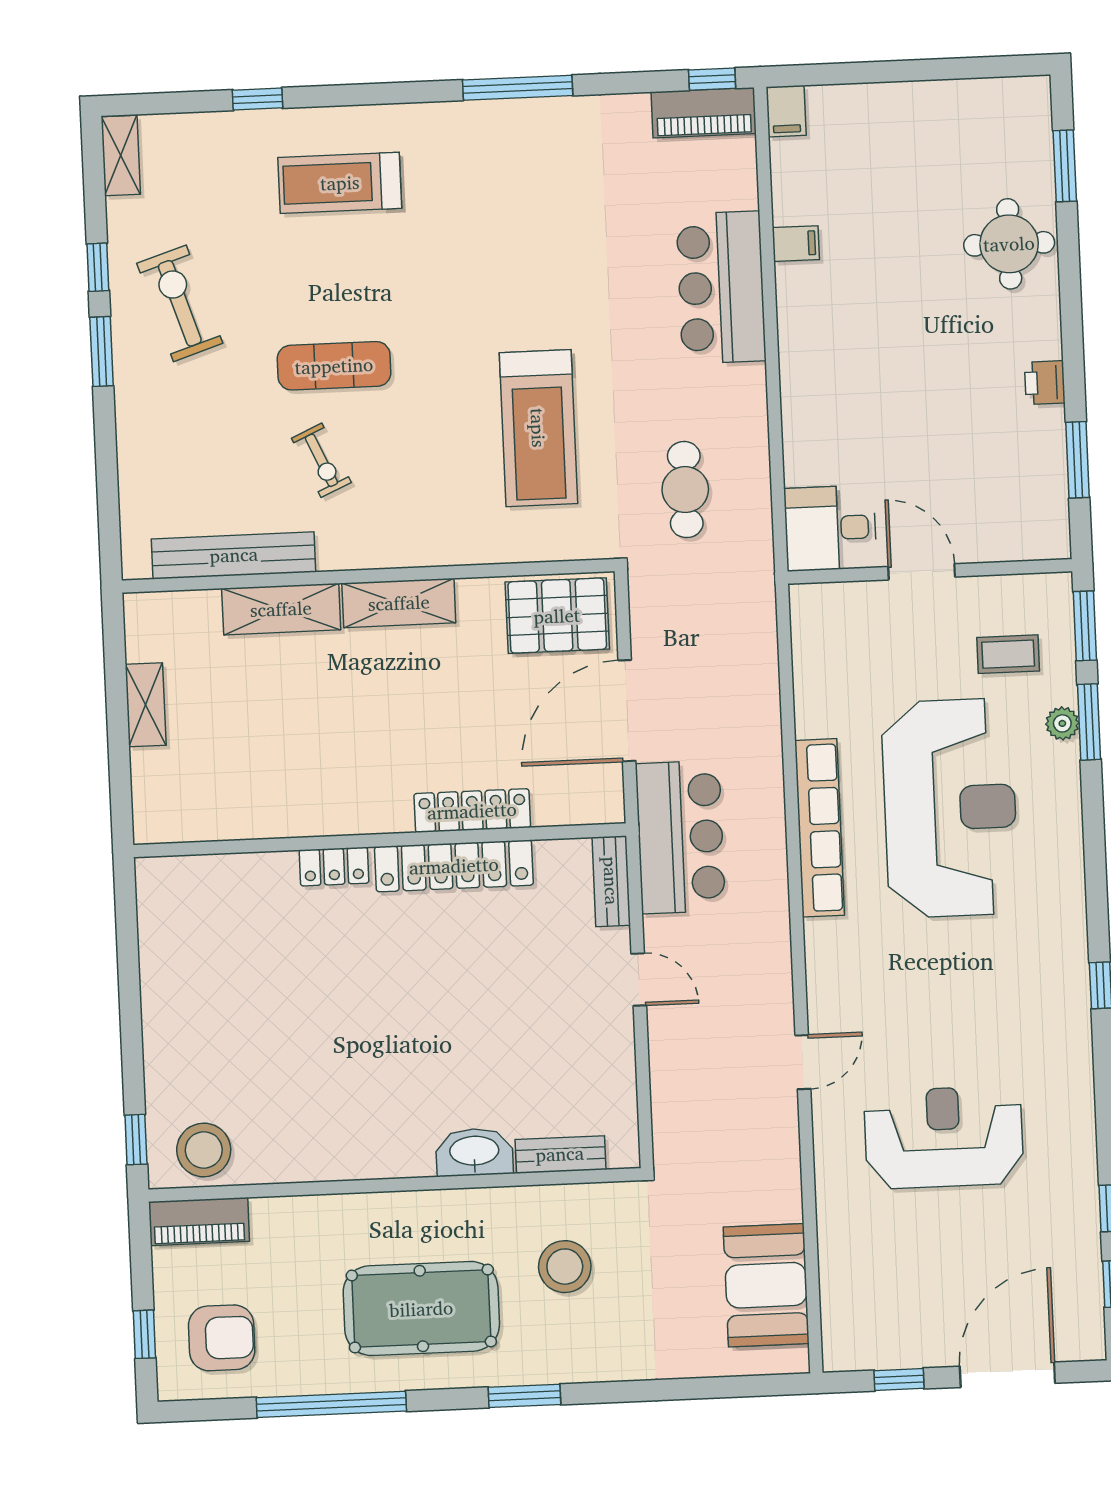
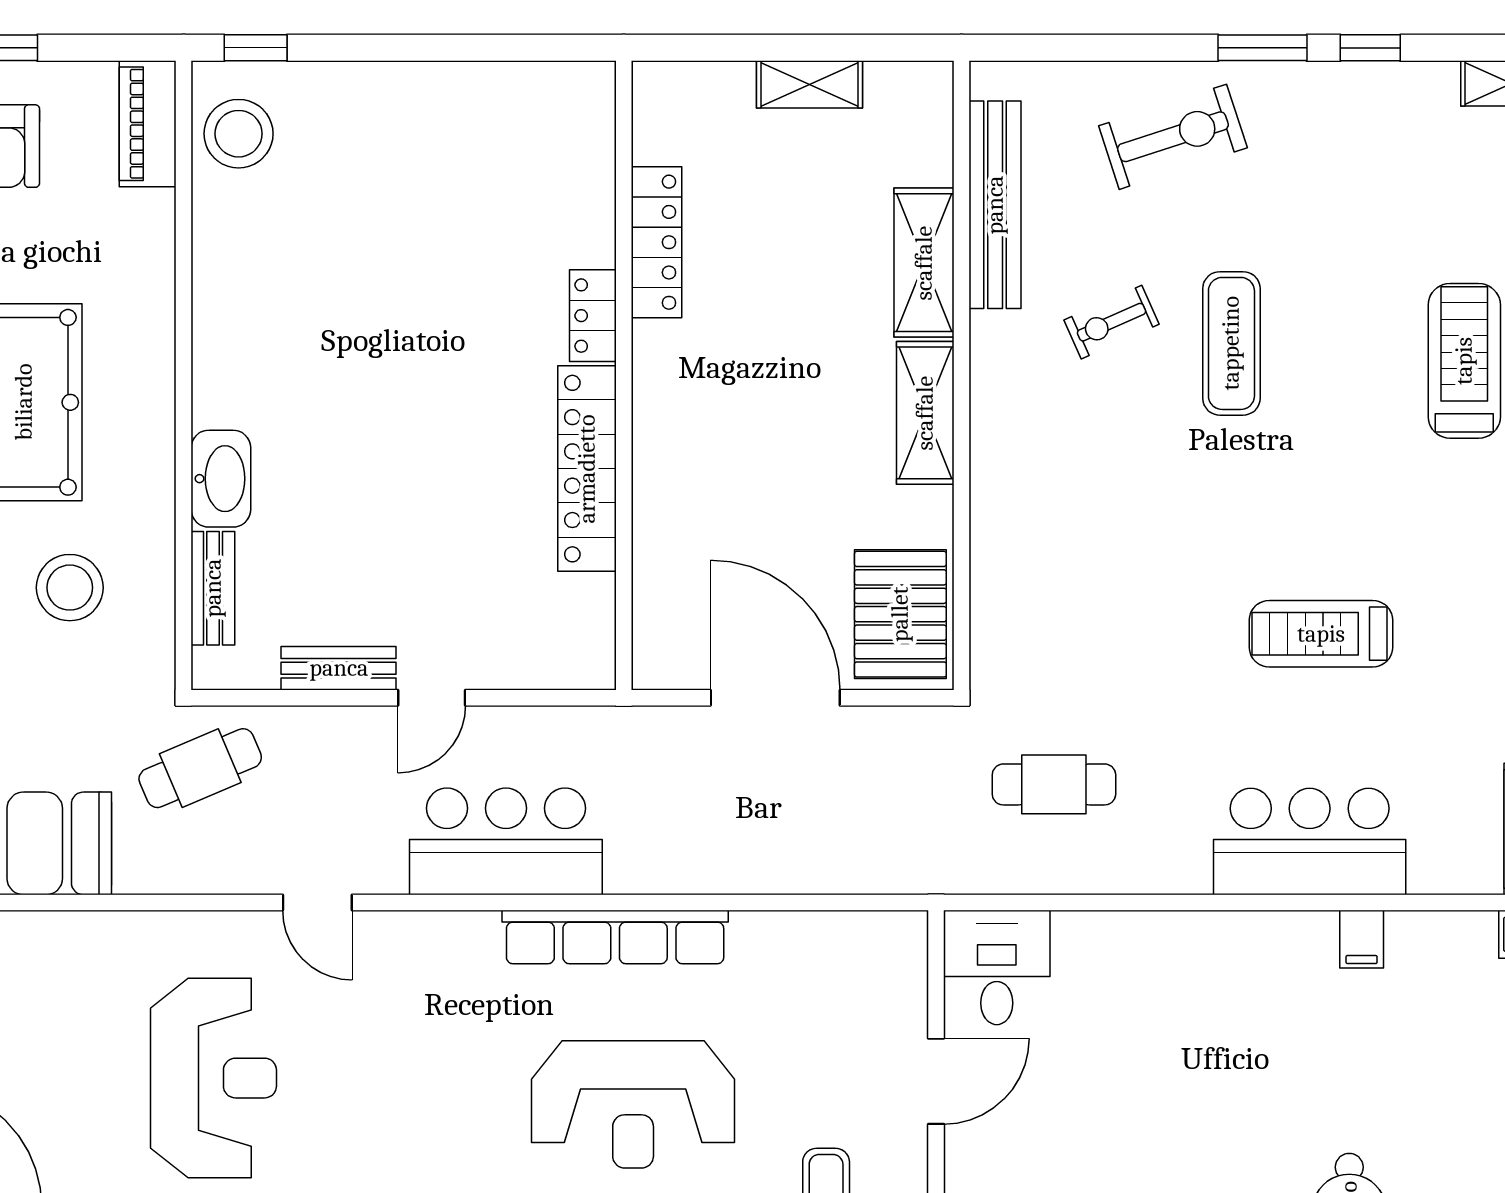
exercise bike: (180, 303) -> (1173, 137), moved
treadmill: (538, 428) -> (1321, 634), moved, width x0.73, depth x0.73
reception desk: (950, 808) -> (633, 1104), width x0.74, depth x0.77
locker: (472, 811) -> (656, 242), moved
bar counter: (680, 837) -> (506, 841), moved, turned 180
bench: (611, 881) -> (339, 668), moved
cafe table: (702, 1158) -> (200, 768), added

